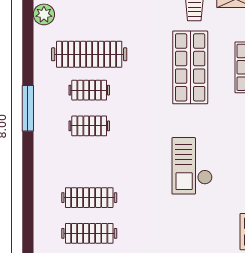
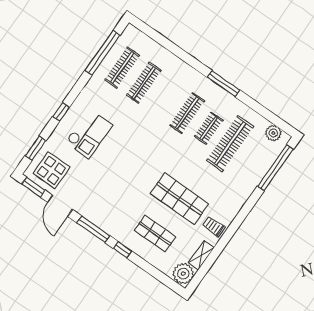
clothes rail: (89, 126) -> (187, 113), width x1.36
checkout: (192, 166) -> (89, 134), moved, turned 90

